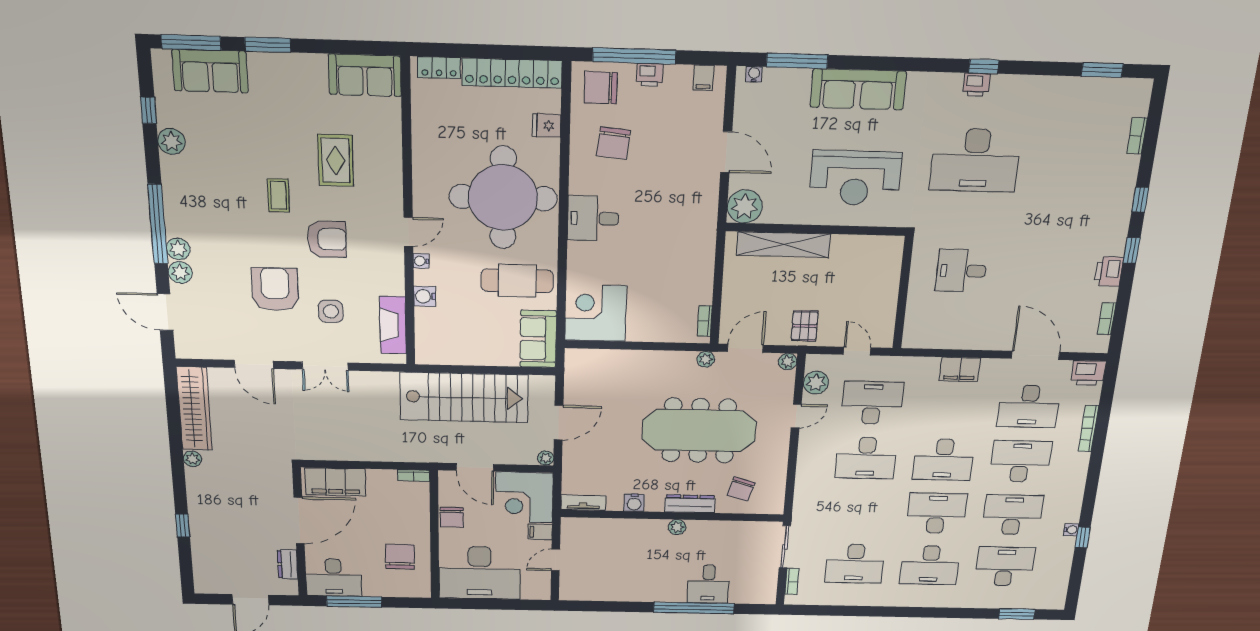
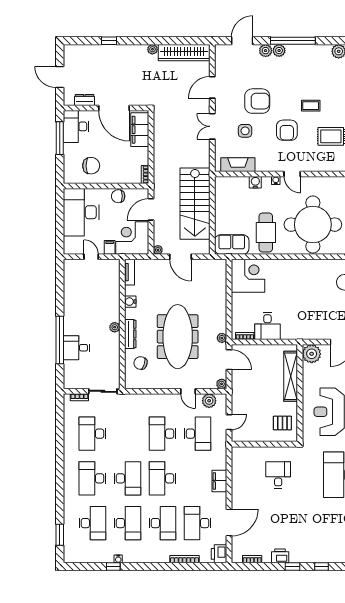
desk: (593, 218) -> (267, 326), moved, turned 180
pallet: (805, 326) -> (282, 423), moved

